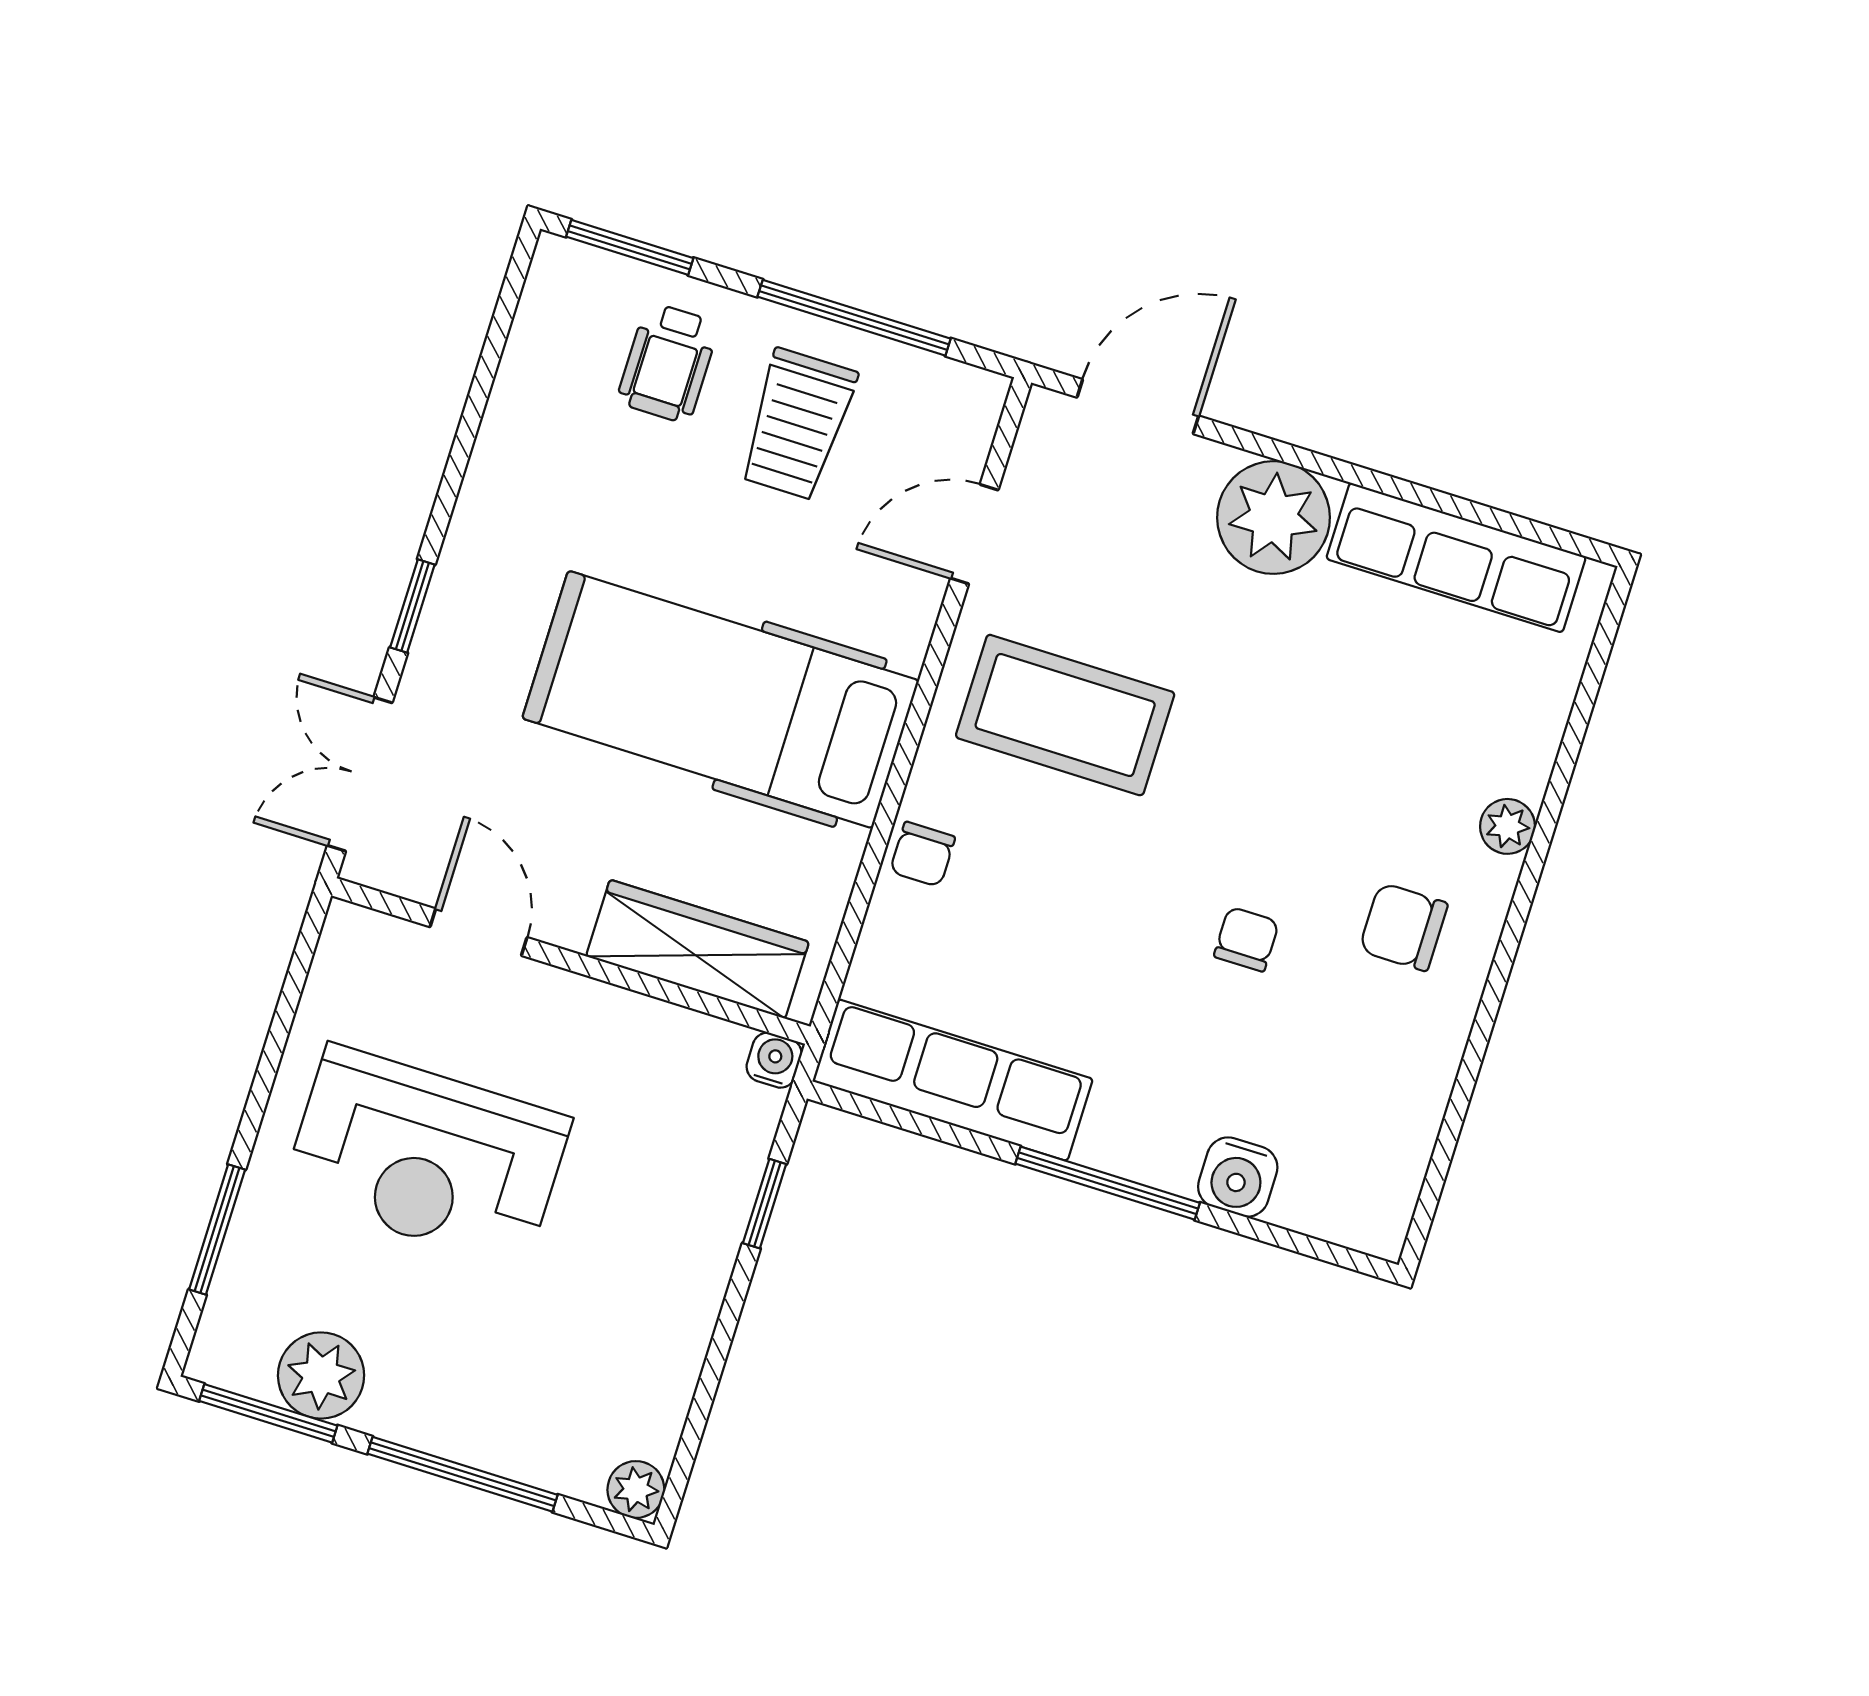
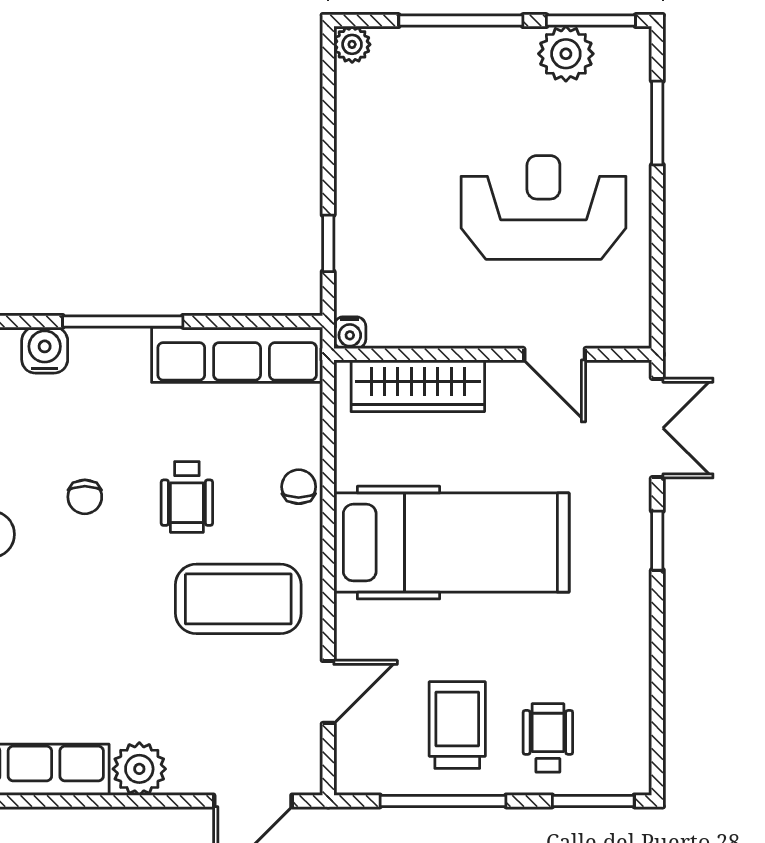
plant: (1273, 517) -> (139, 769), width x0.73, depth x0.73
wheelchair: (1094, 891) -> (187, 497), added

